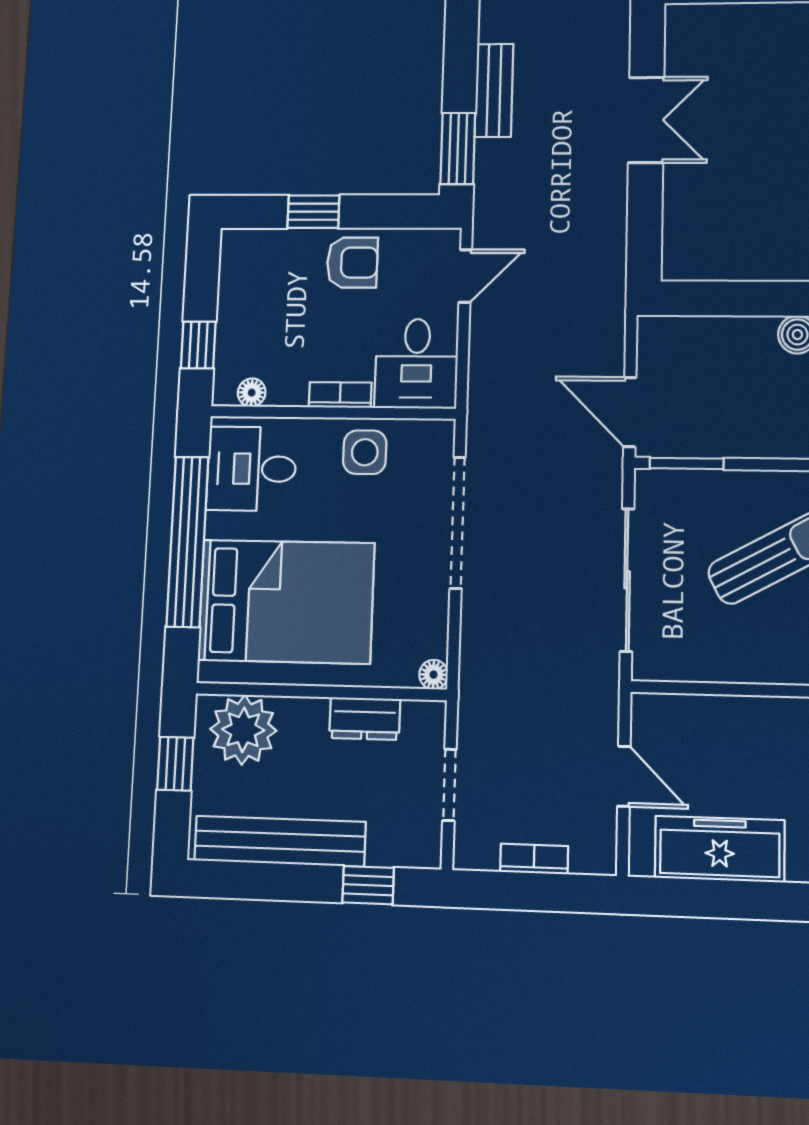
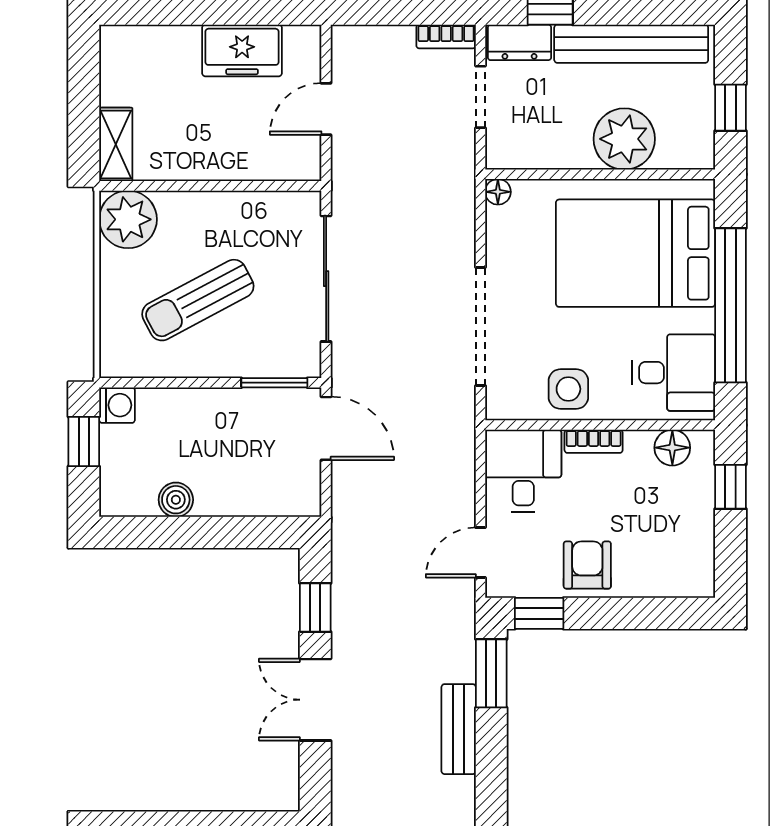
window: (313, 212) -> (539, 613), moved
window: (645, 217) -> (315, 607), added
armchair: (352, 262) -> (587, 565), turned 90
floor lamp: (252, 393) -> (672, 448), width x1.37, depth x1.37
dresser: (365, 719) -> (519, 42), moved, turned 180
plant: (243, 730) -> (624, 139), moved
door: (624, 776) -> (326, 109), hinge flipped
freezer: (720, 849) -> (242, 50), width x0.71
bookcase: (534, 859) -> (446, 36), moved

